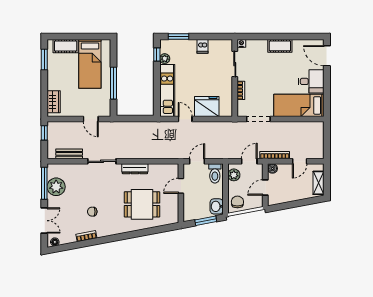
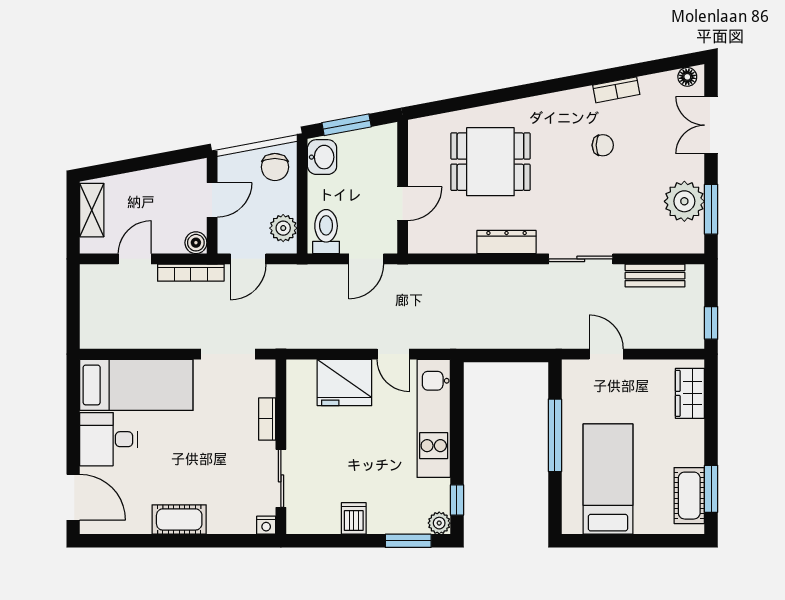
cot: (66, 46) -> (689, 496), moved, turned 90
plant: (165, 59) -> (439, 523), moved
window: (44, 183) -> (711, 209), width x0.69

